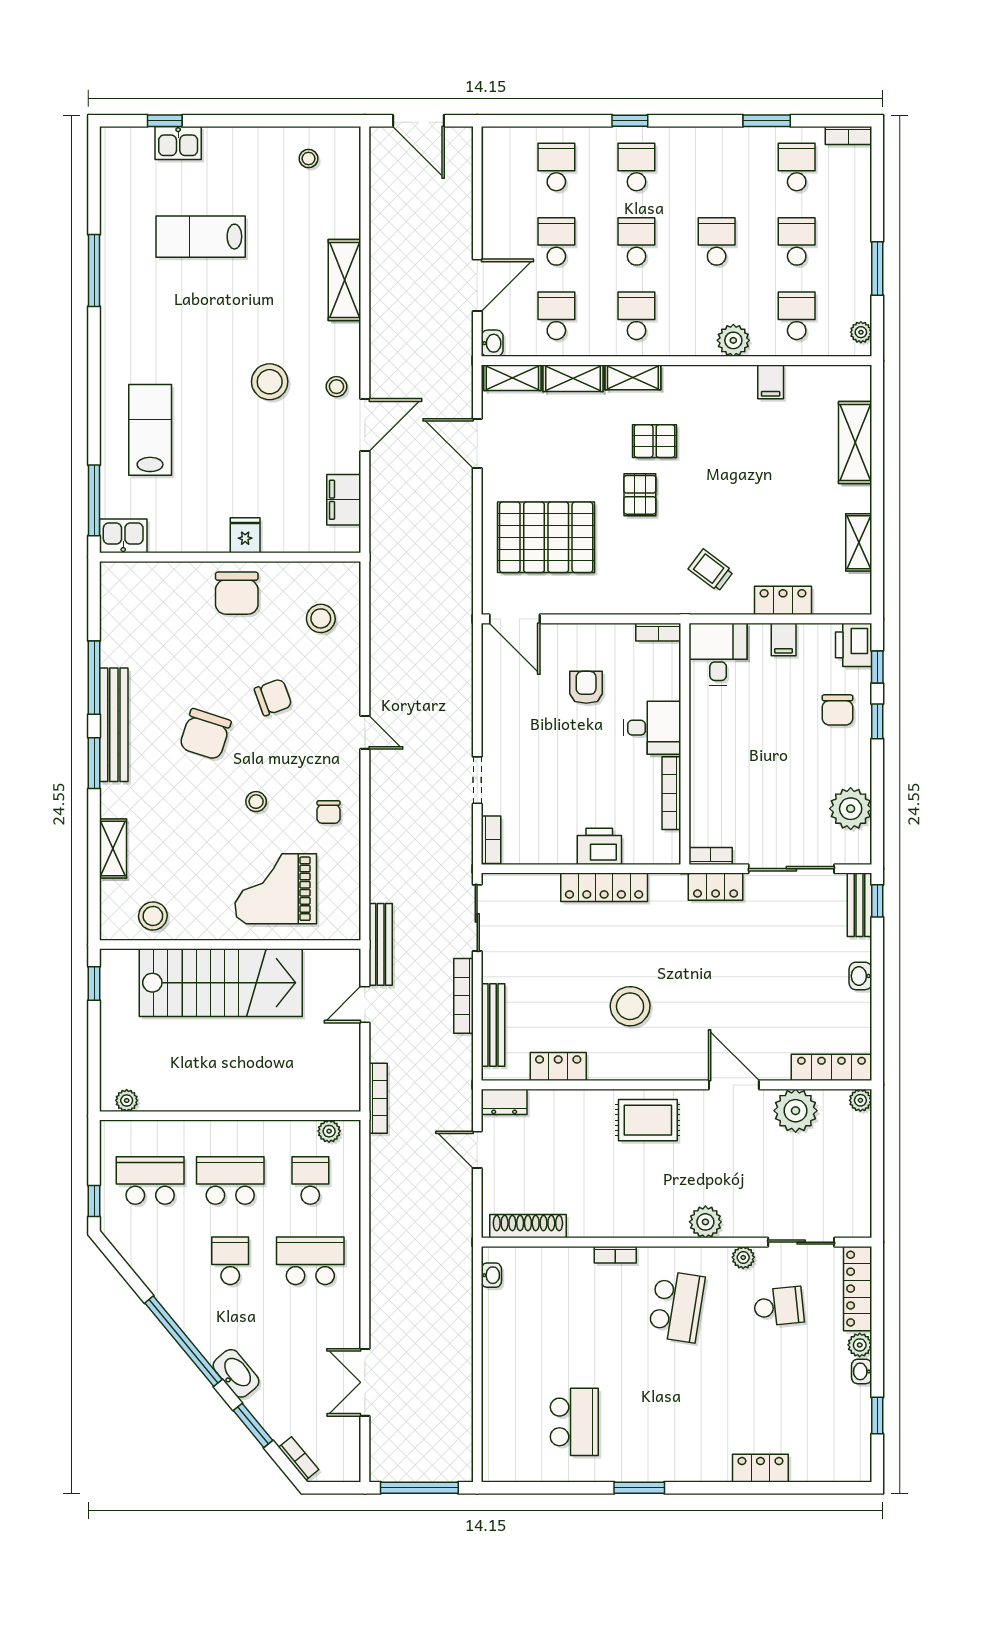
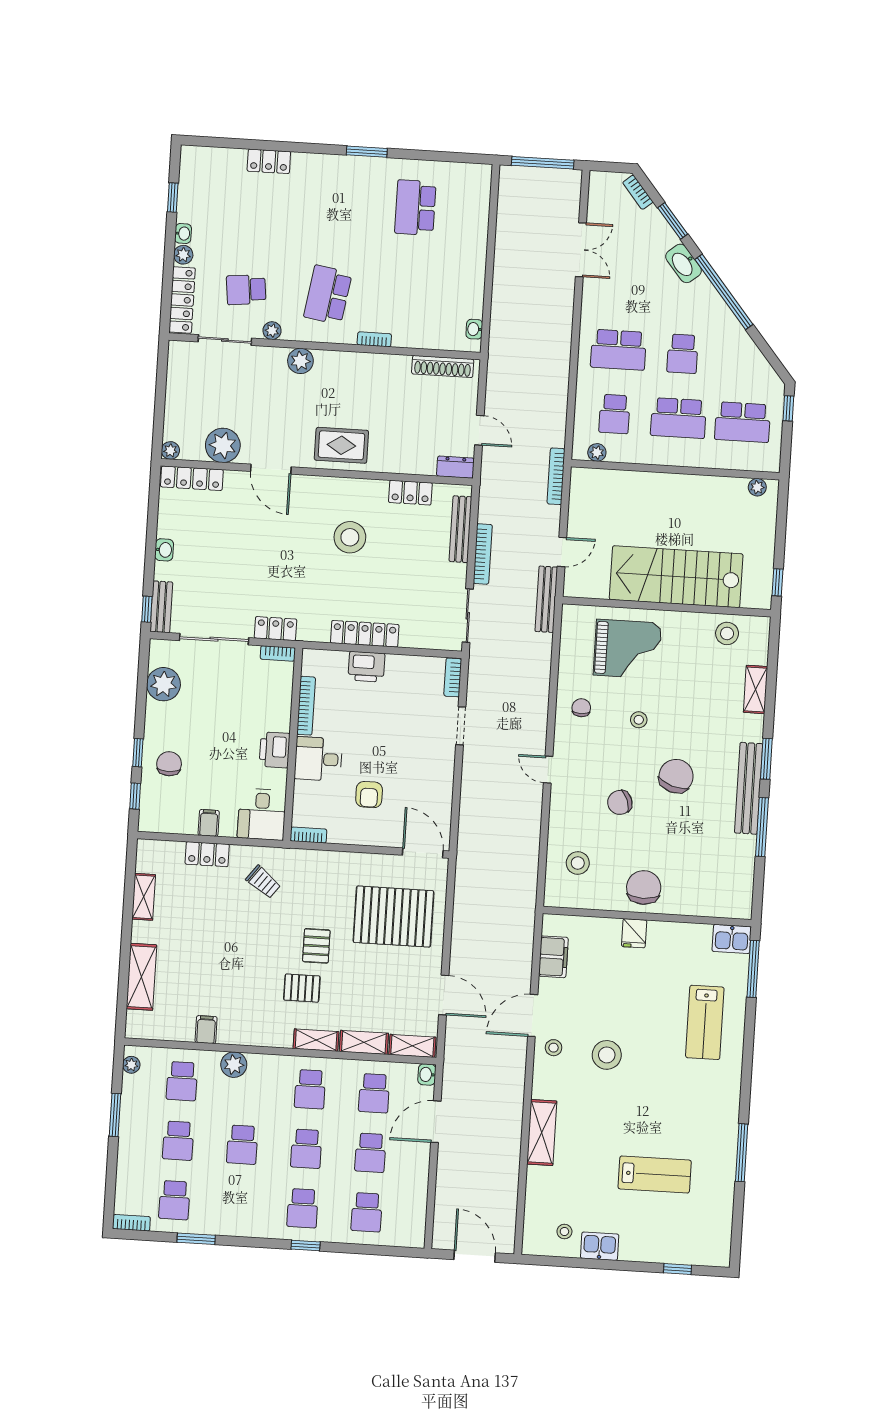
kitchen sink: (178, 143) -> (600, 1246), moved
printer: (854, 645) -> (275, 750), moved, turned 180

